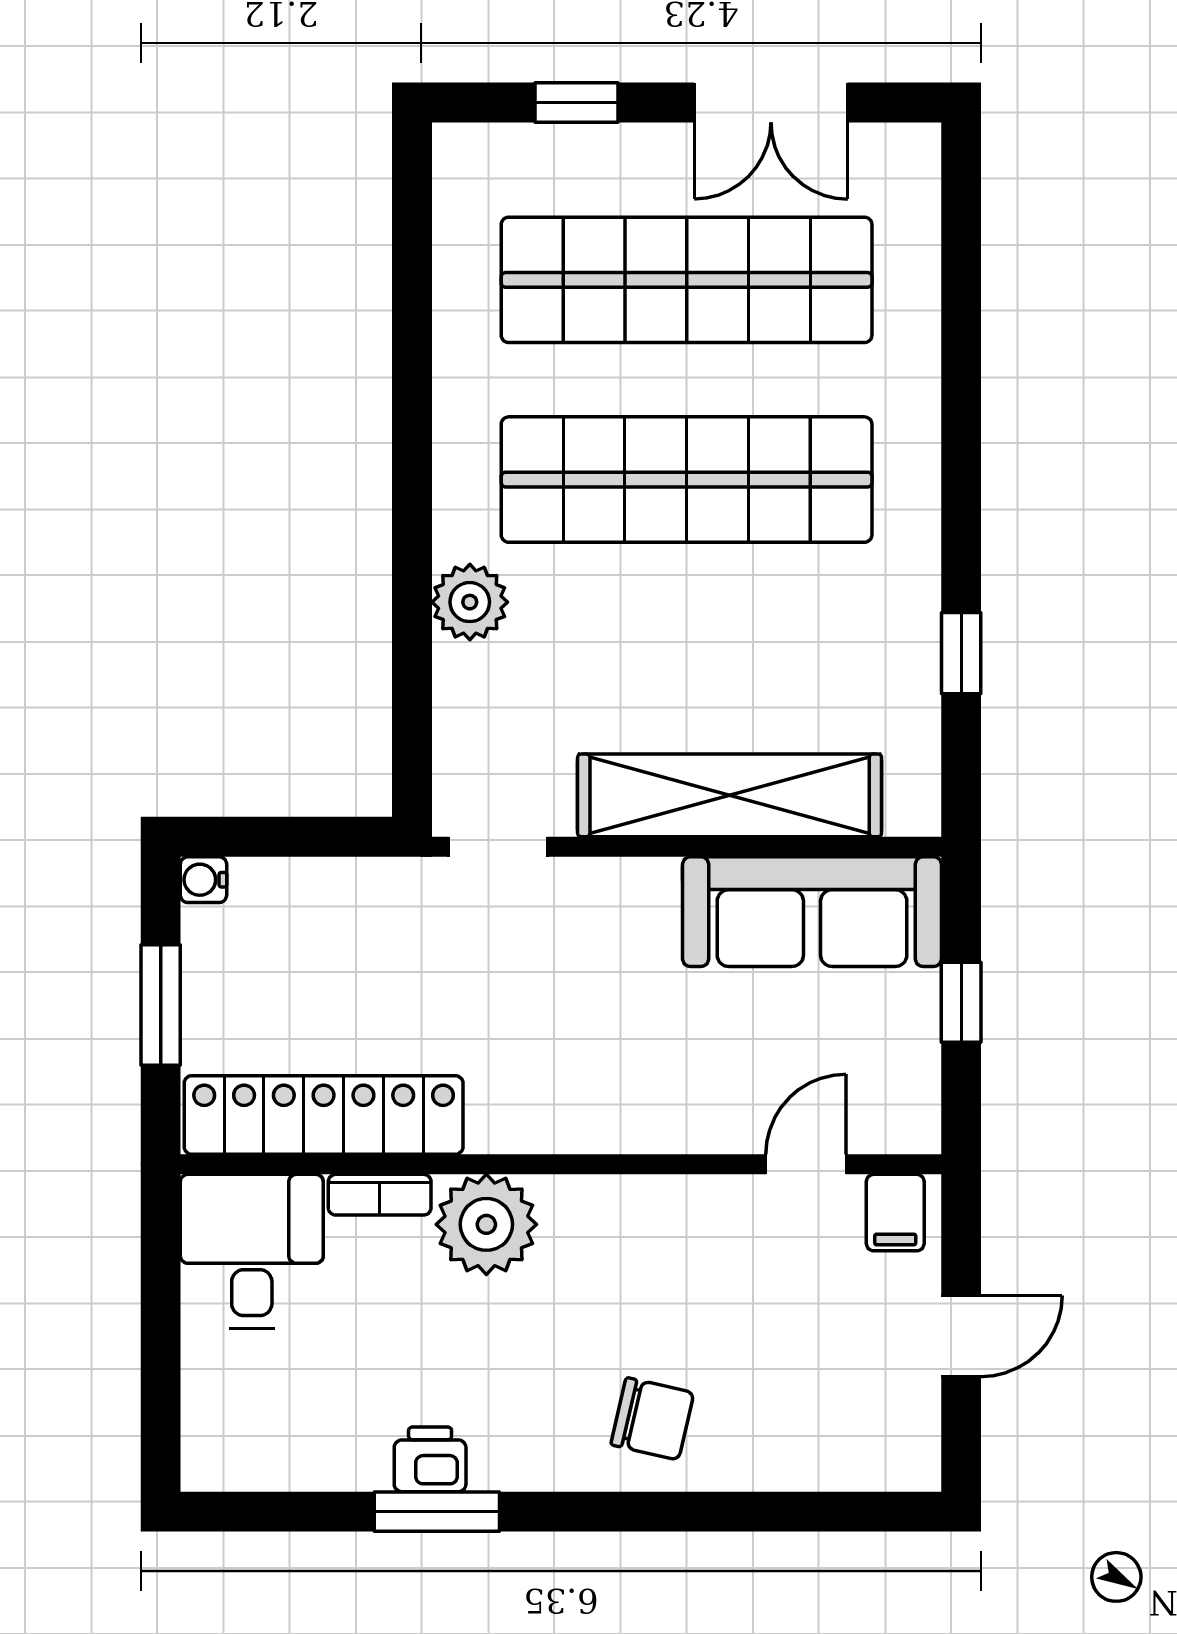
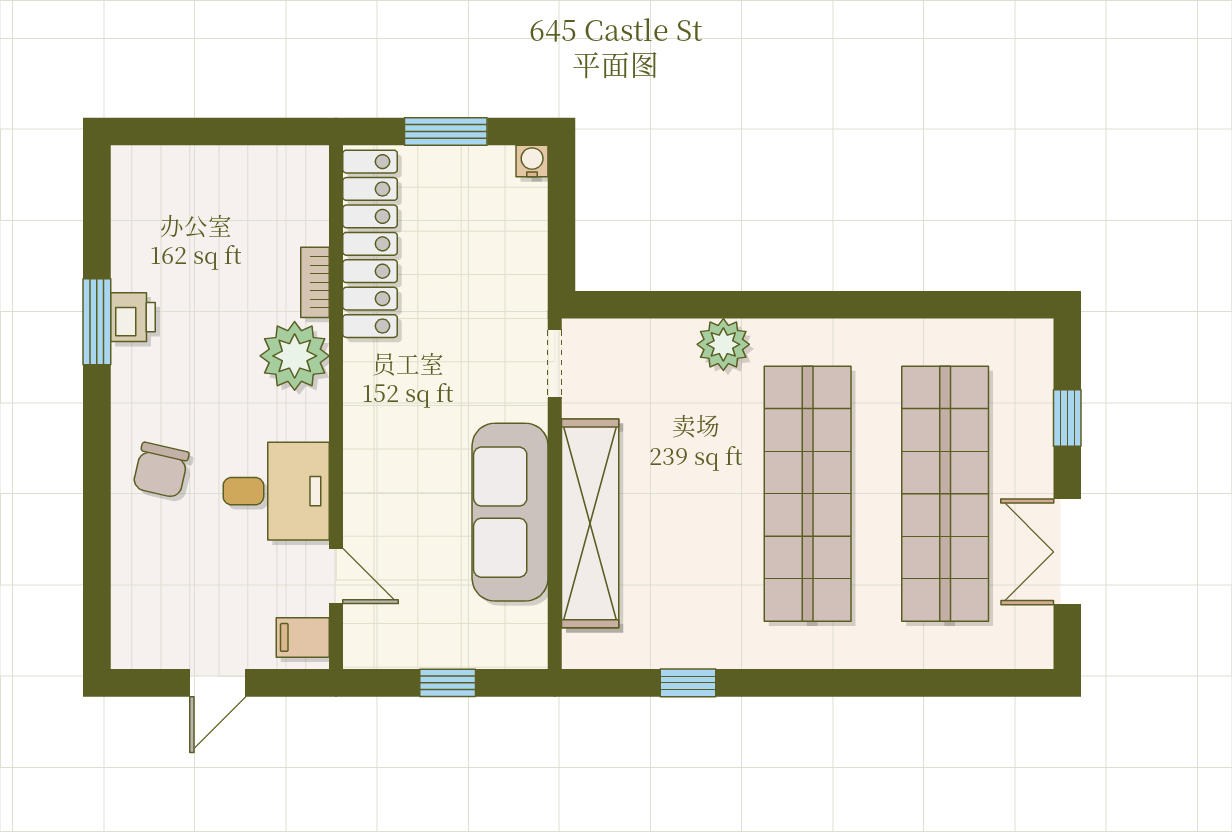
sofa: (812, 912) -> (510, 512), moved
desk: (252, 1251) -> (276, 491), moved
door: (961, 1336) -> (218, 683), hinge flipped

